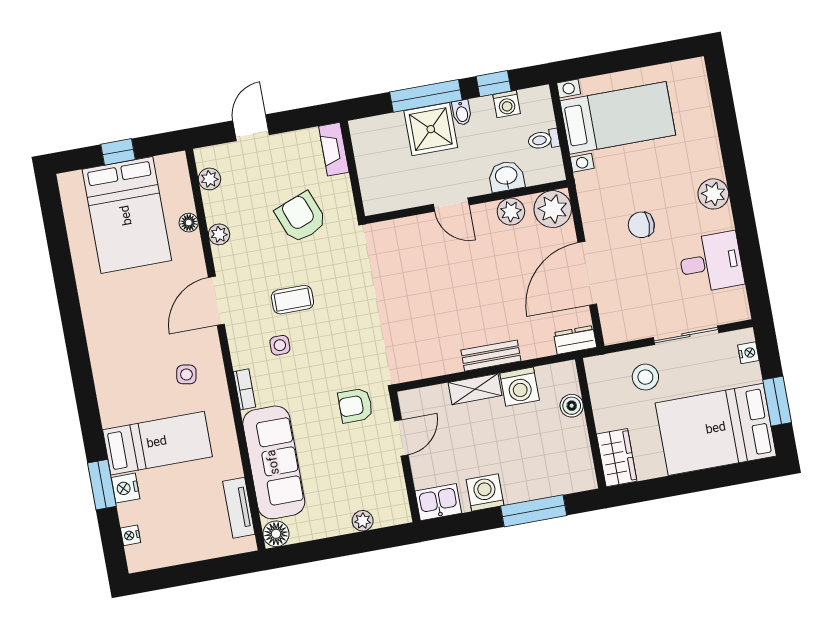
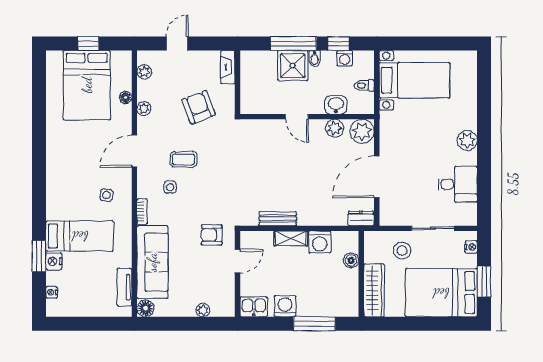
chair: (641, 225) -> (417, 152), removed
bench: (491, 356) -> (278, 219), moved
wardrobe: (617, 458) -> (374, 290), width x1.50

